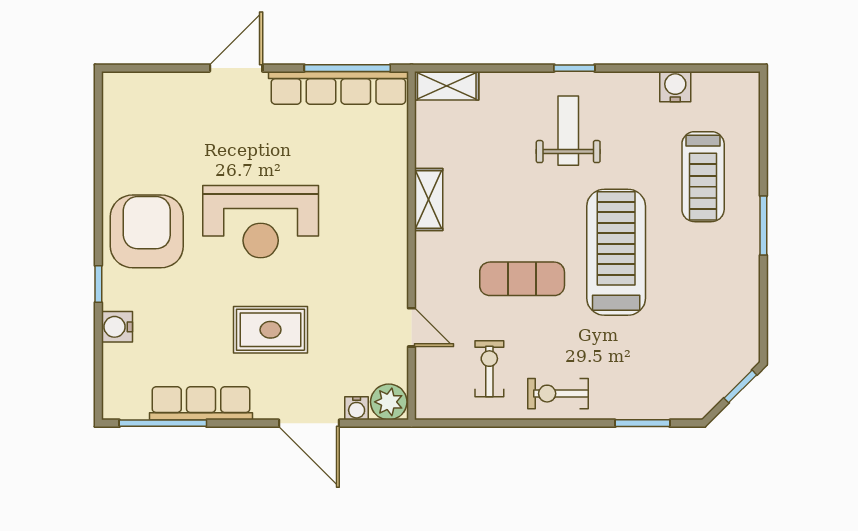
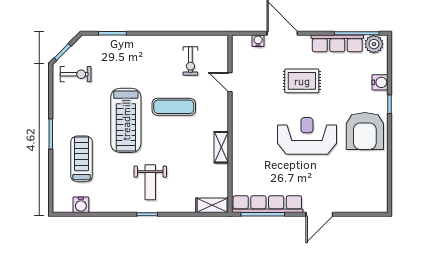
water cooler: (675, 87) -> (81, 205), moved
exercise bike: (558, 394) -> (76, 74), moved
plant: (389, 402) -> (374, 44), moved

